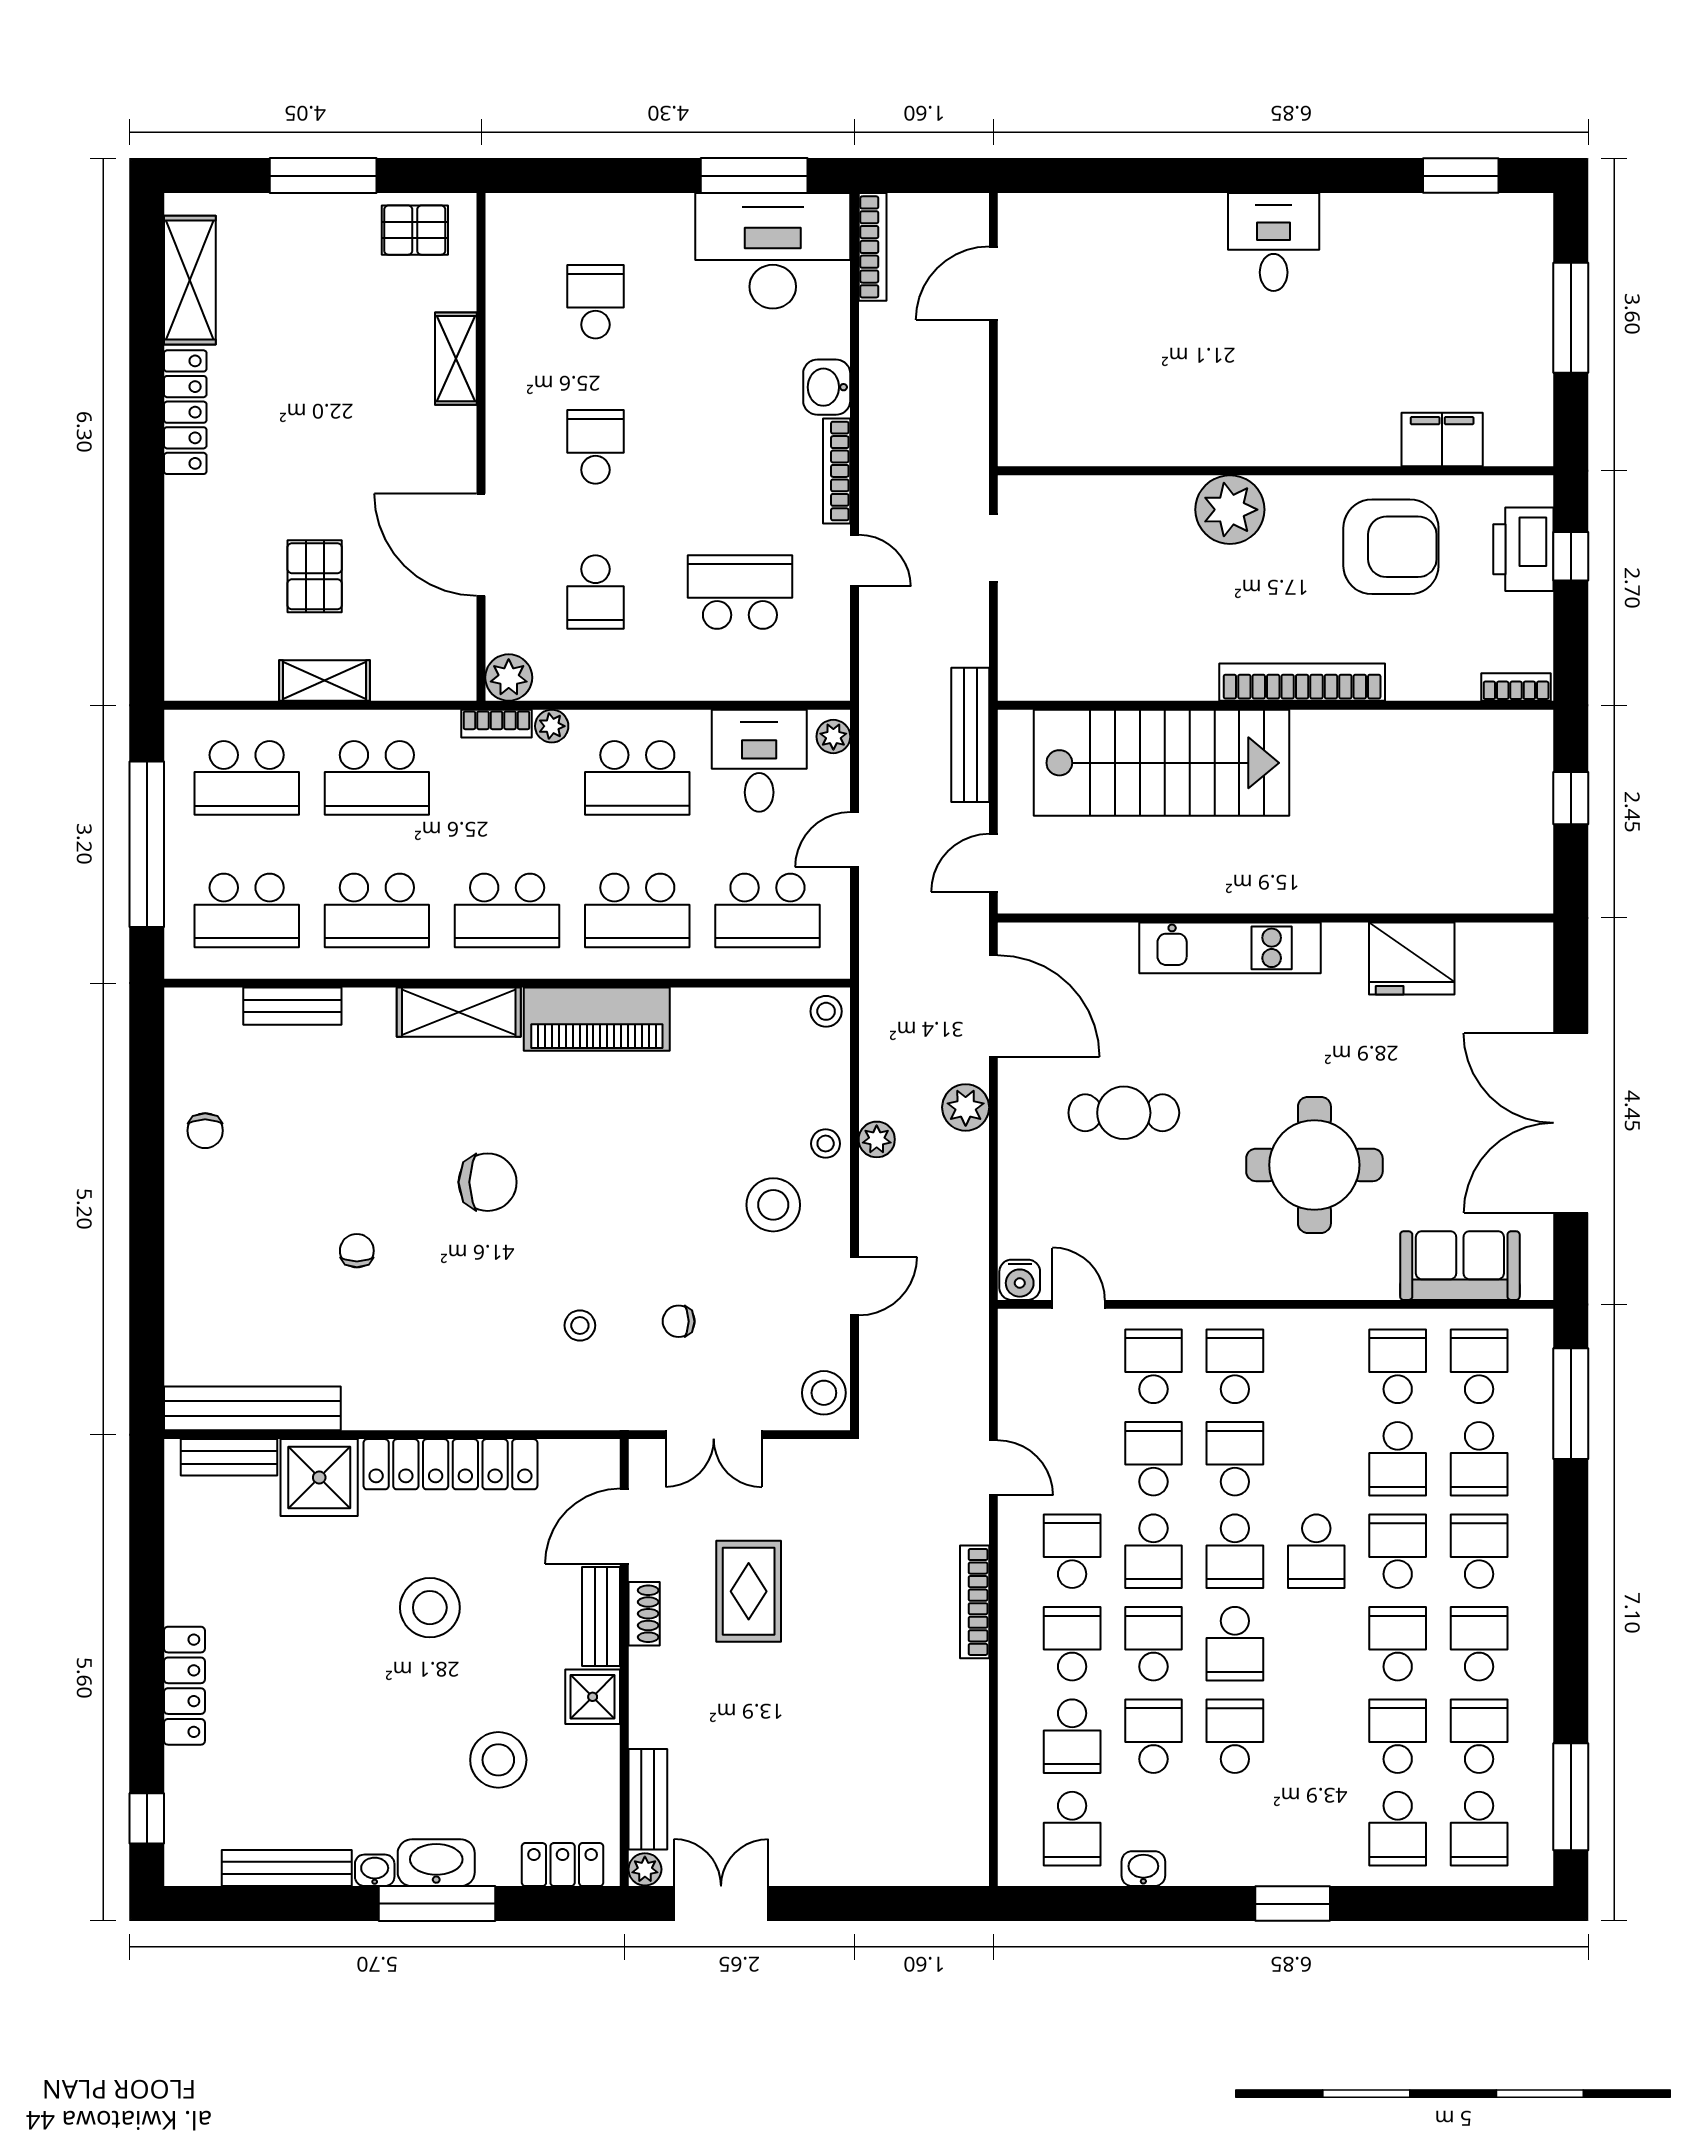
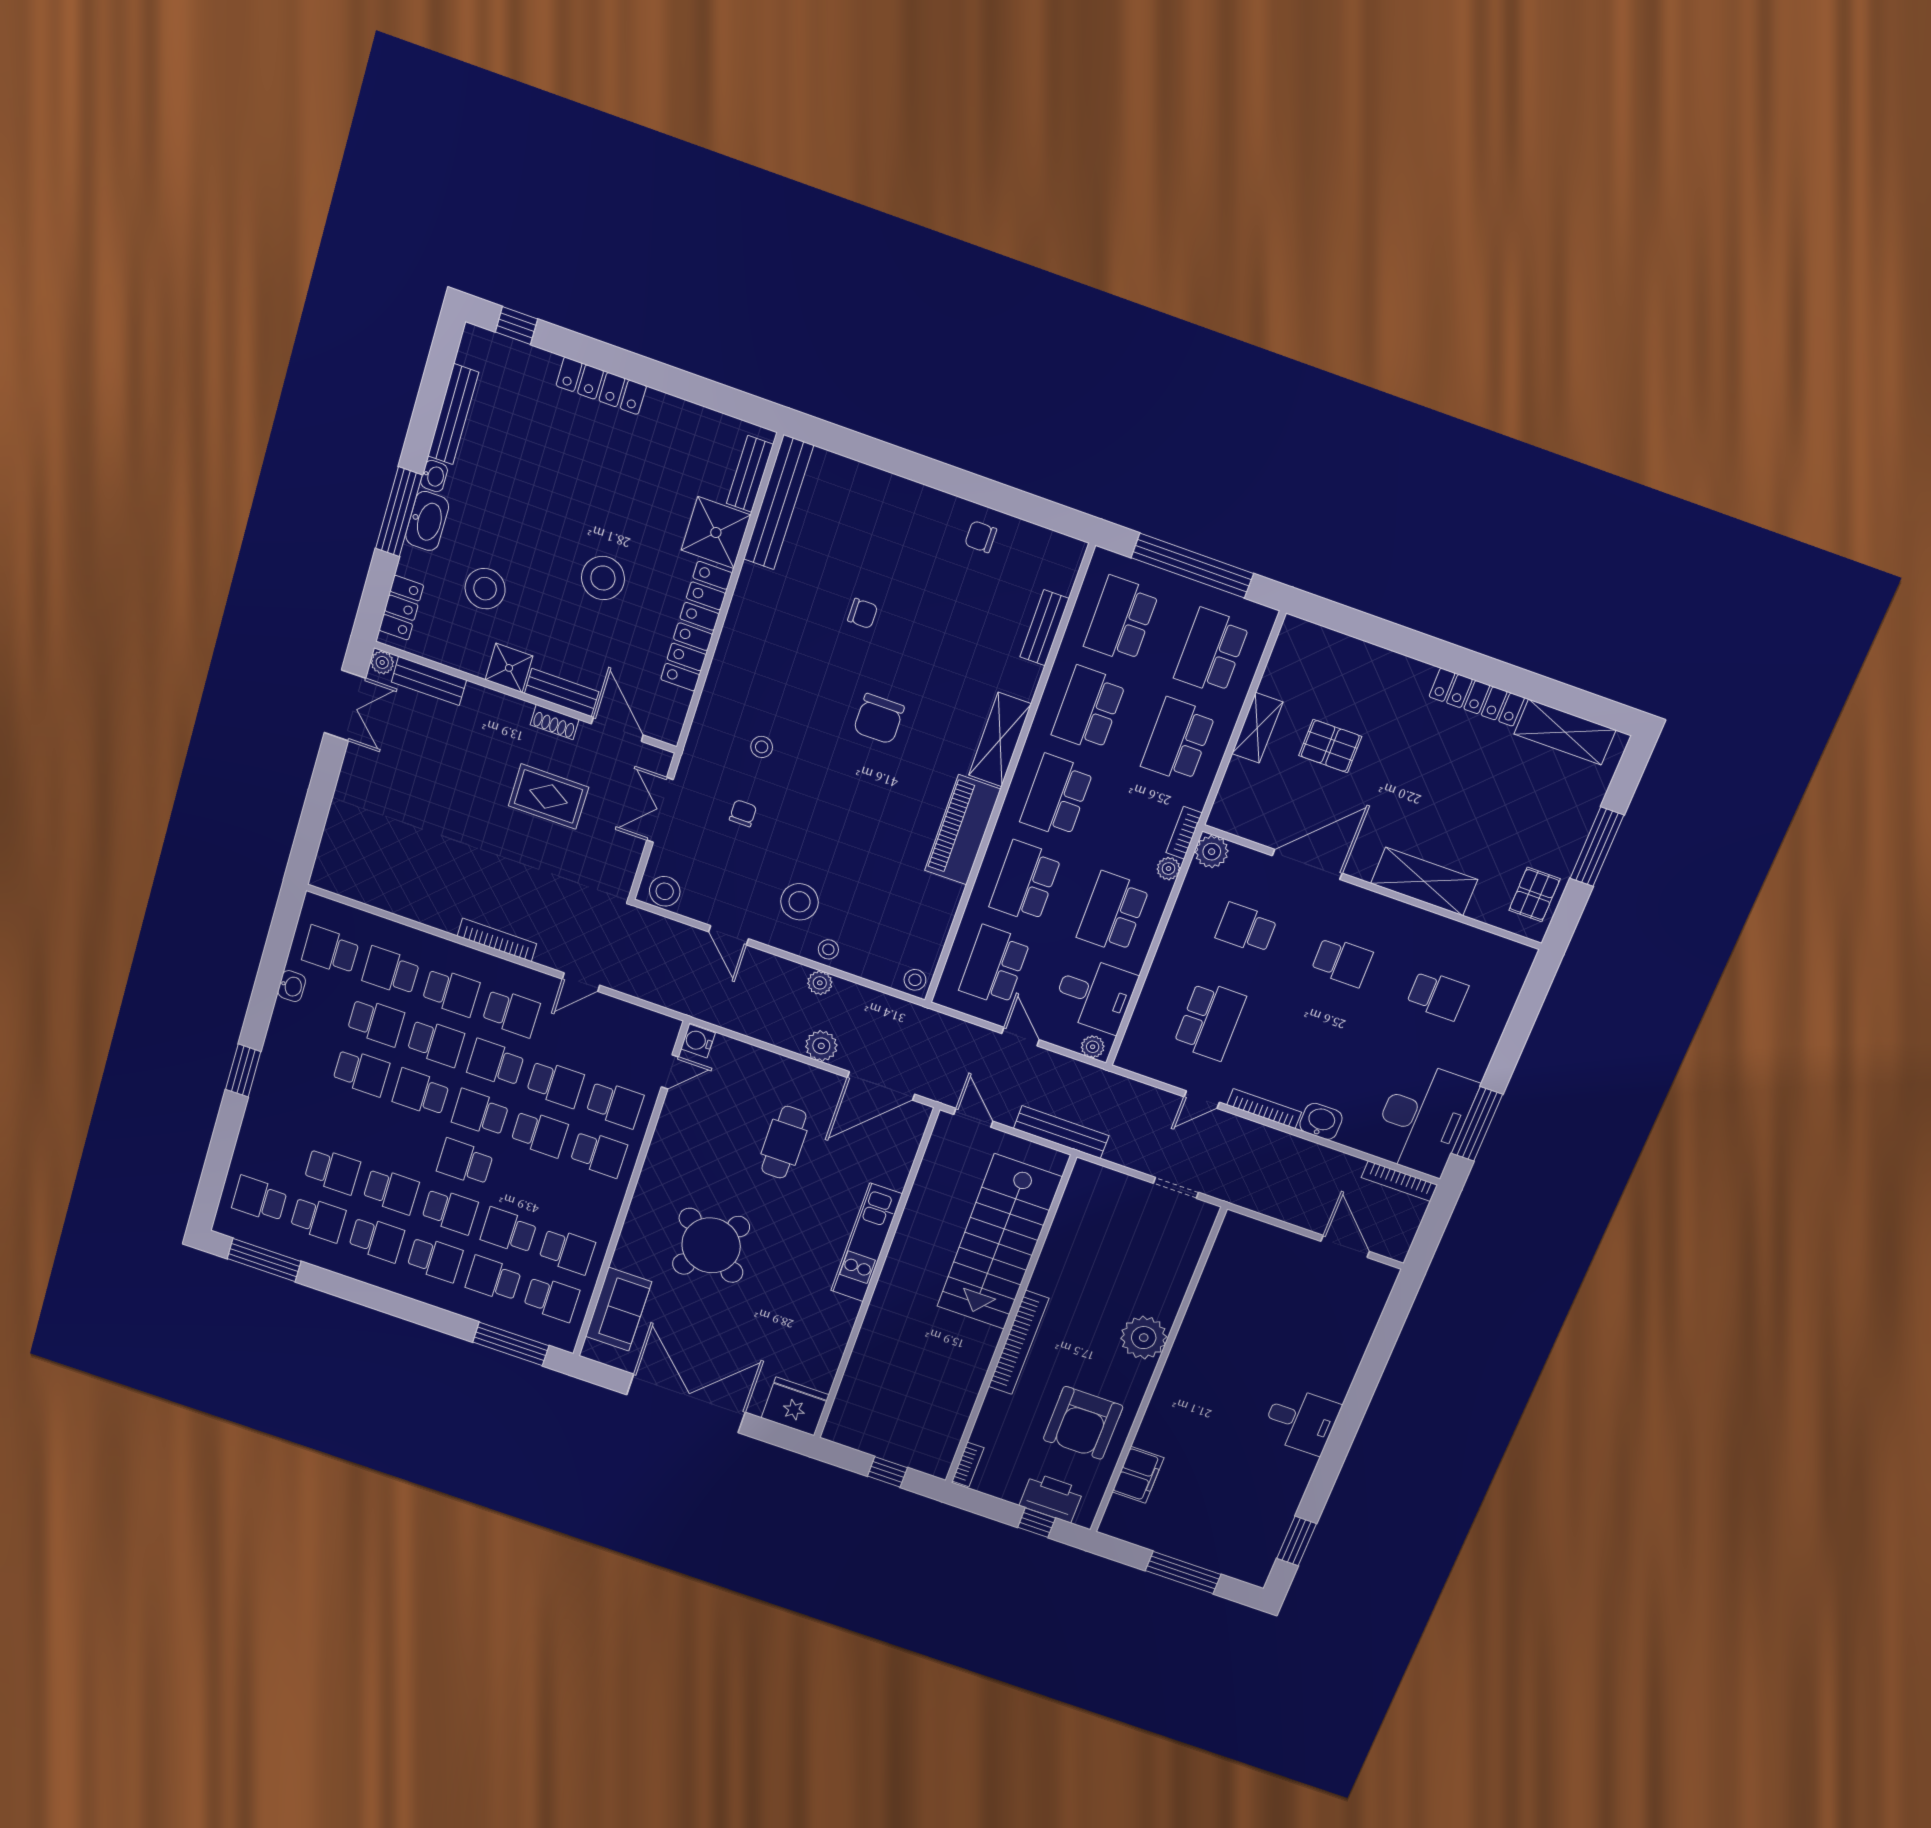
shelving: (456, 359) -> (1424, 881), width x1.50, depth x1.33
fridge: (1412, 958) -> (795, 1406), moved, turned 90
round table: (1314, 1165) -> (711, 1245), turned 35
school desk: (1398, 1829) -> (273, 1151), removed

